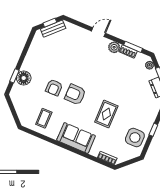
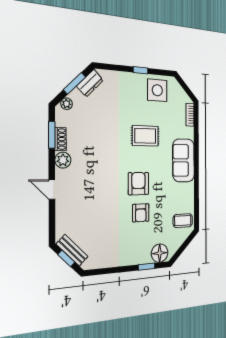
floor lamp: (24, 78) -> (160, 253), moved
armchair: (54, 88) -> (141, 213), turned 90
armchair: (75, 94) -> (138, 184), turned 180
coffee table: (44, 118) -> (183, 221), moved

